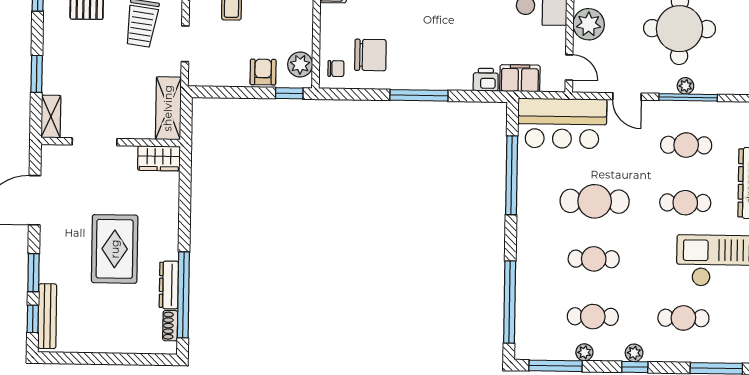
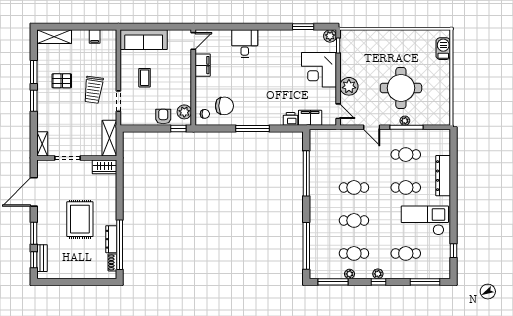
window: (37, 74) -> (34, 101), moved
bar counter: (562, 123) -> (335, 143), removed
cafe table: (595, 201) -> (354, 187), width x0.73, depth x0.74
bench: (47, 316) -> (42, 258), width x0.73

